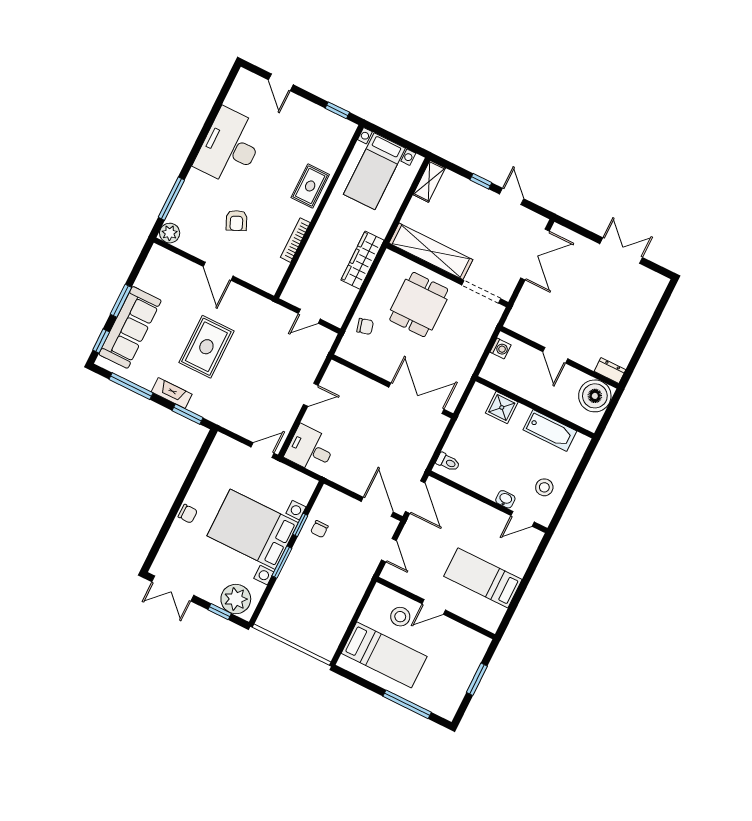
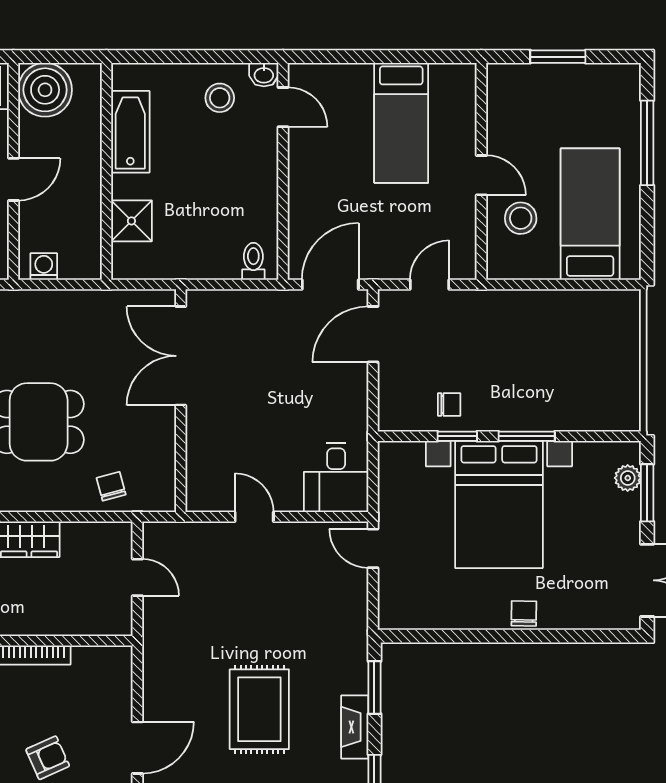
rug: (206, 347) -> (259, 709), turned 90
washbasin: (505, 499) -> (264, 75), moved, turned -90
plant: (236, 599) -> (628, 478), width x0.53, depth x0.53
window: (220, 612) -> (647, 493), width x1.50

